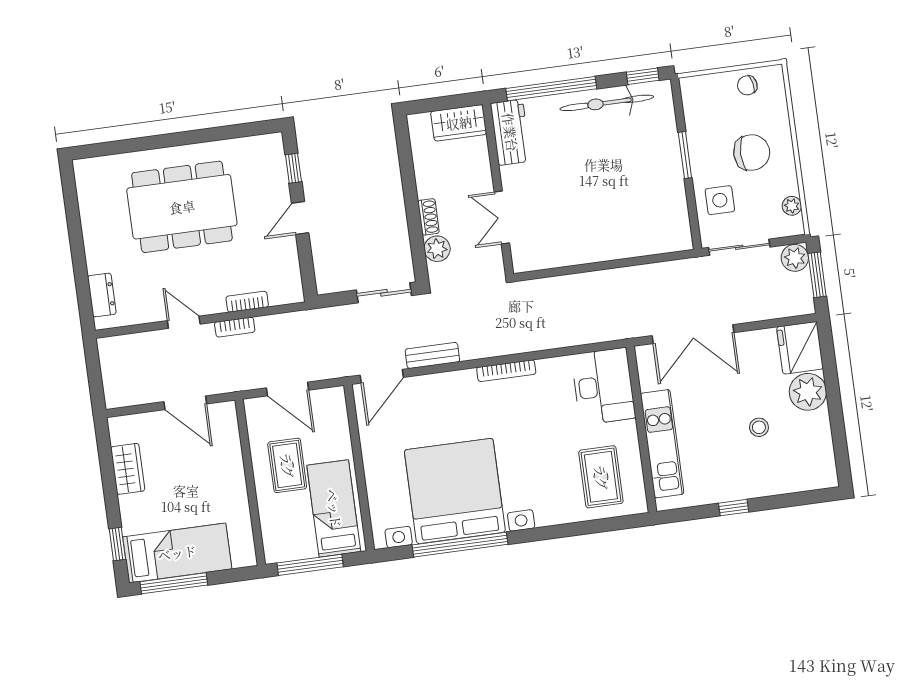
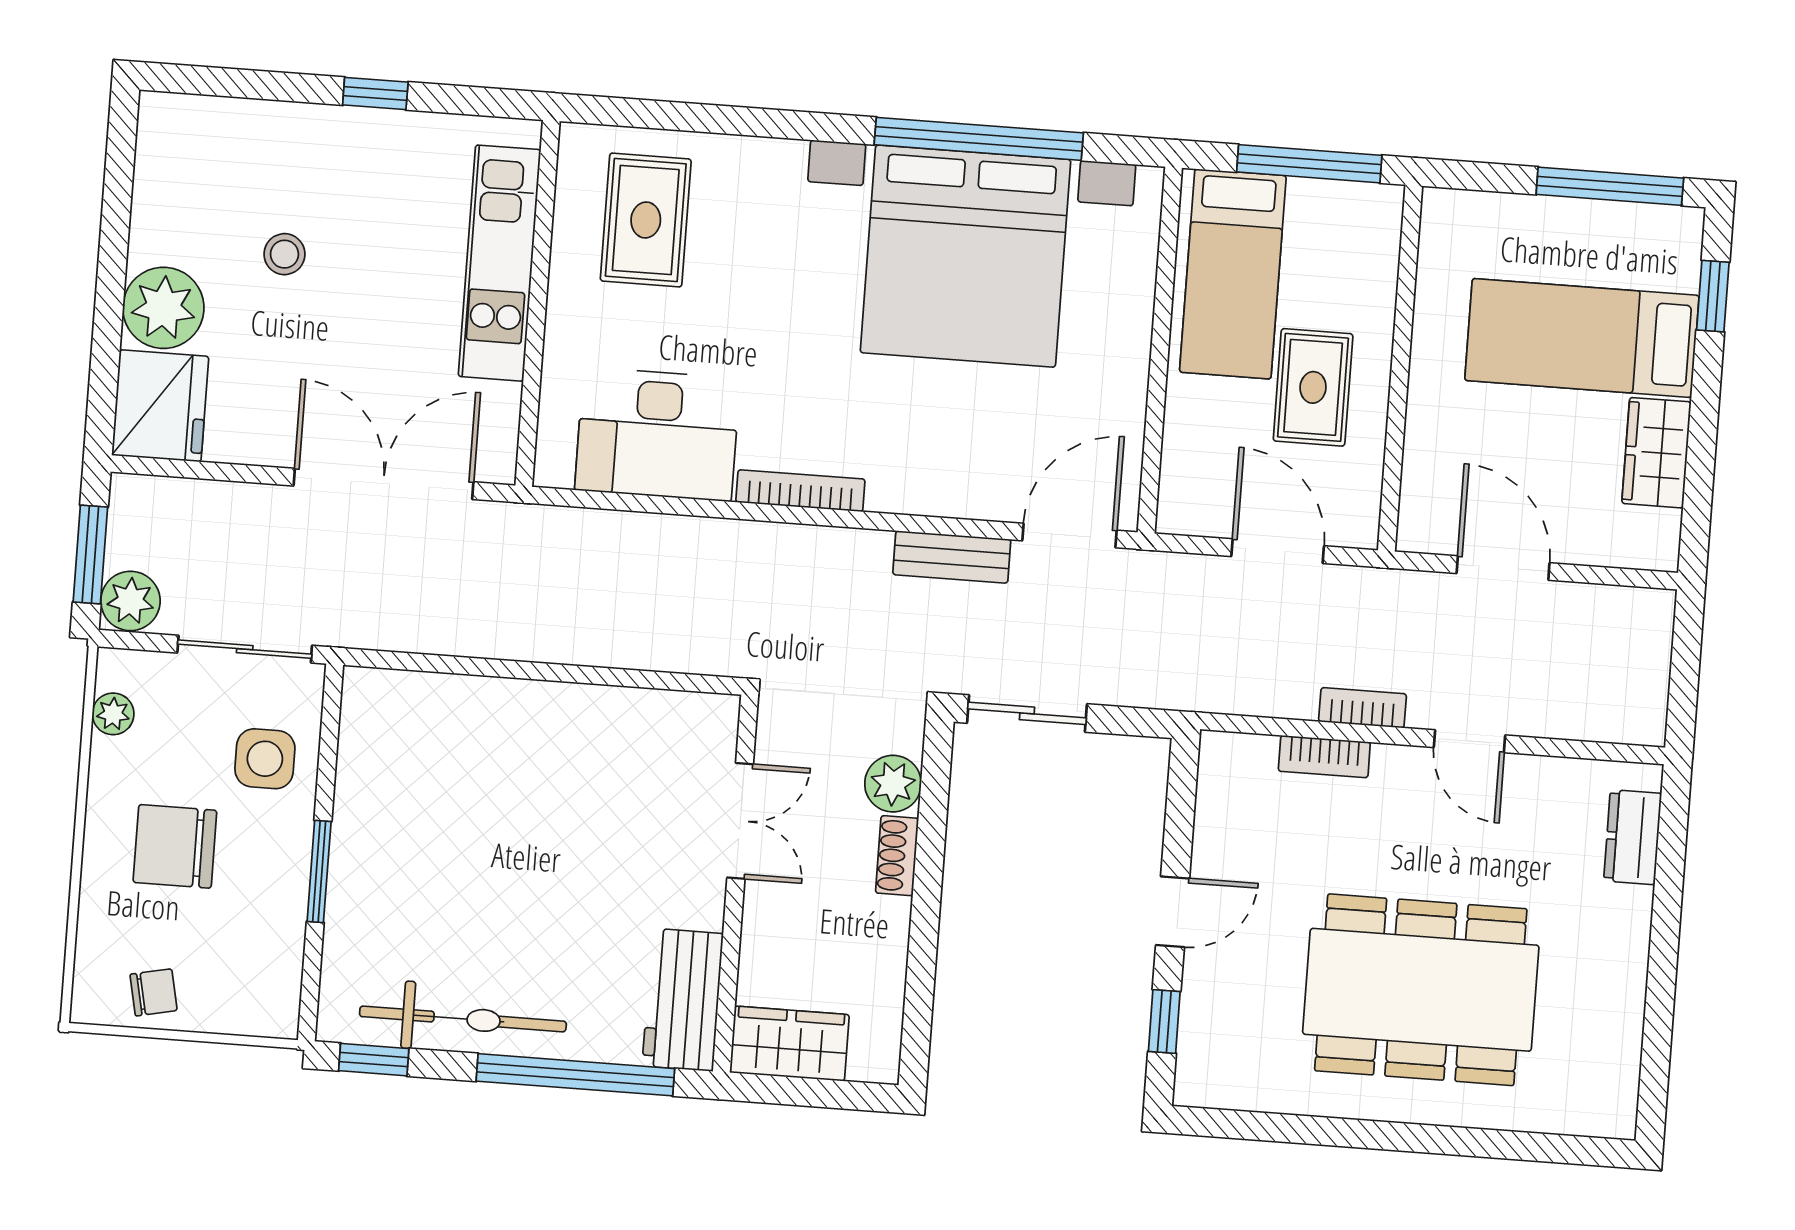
desk: (603, 386) -> (657, 434), moved, turned -90
bed: (177, 553) -> (1582, 338), moved

